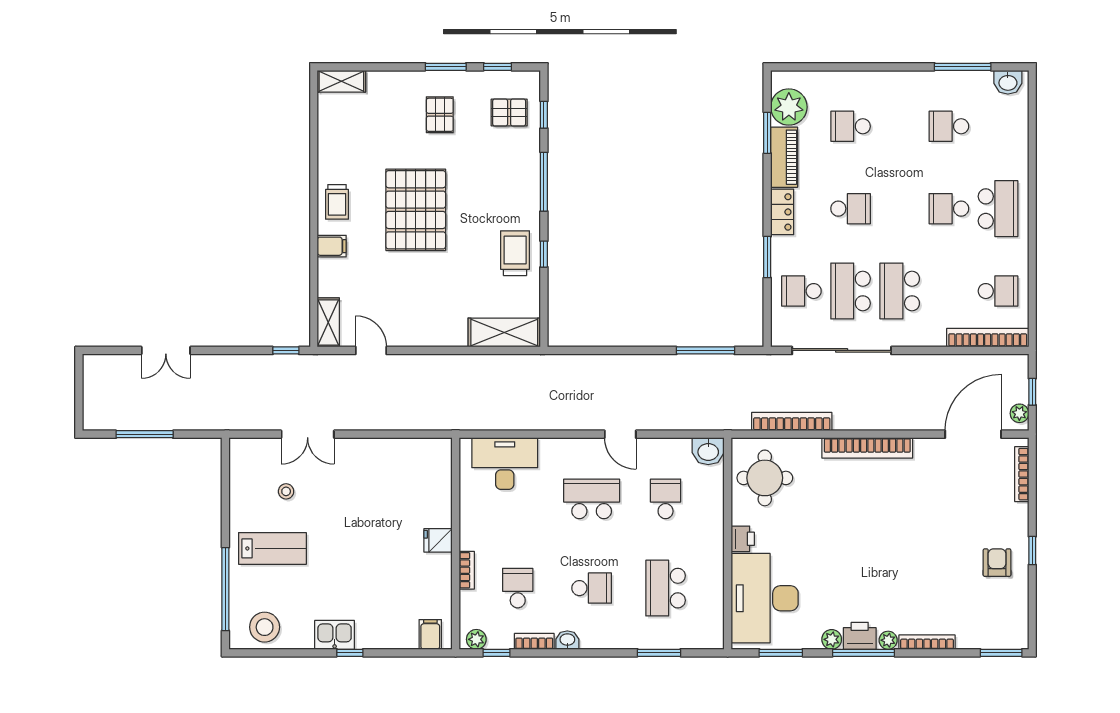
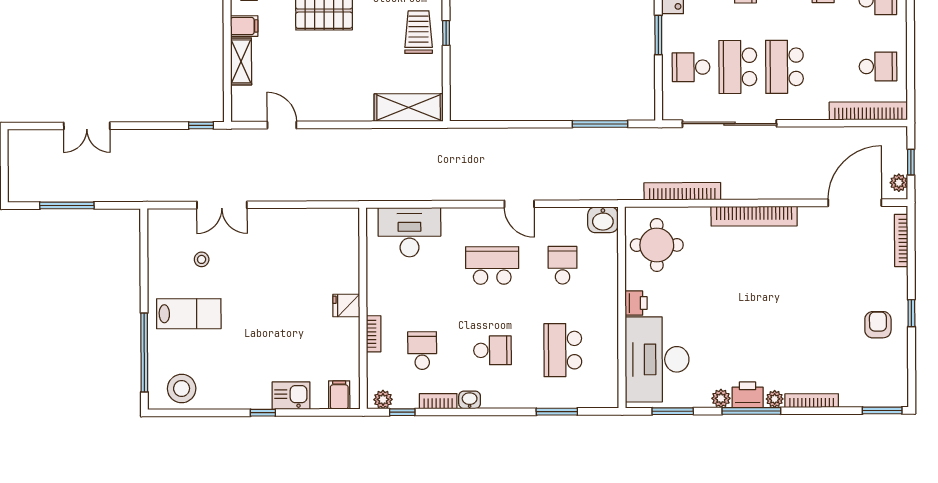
shelving: (328, 322) -> (241, 61), moved
kitchen sink: (335, 635) -> (291, 396), moved

